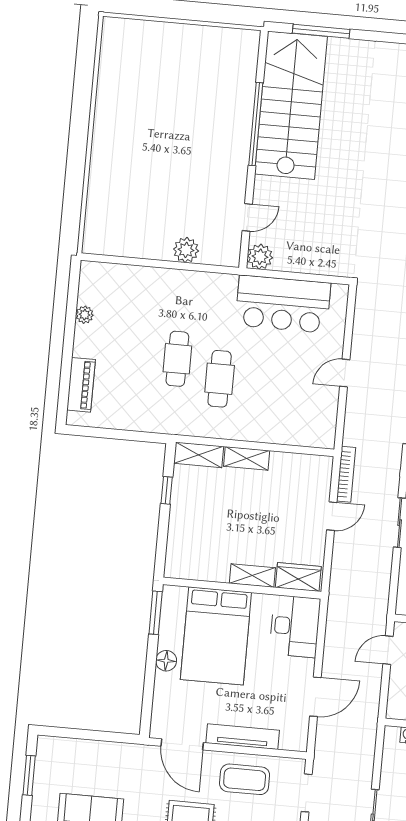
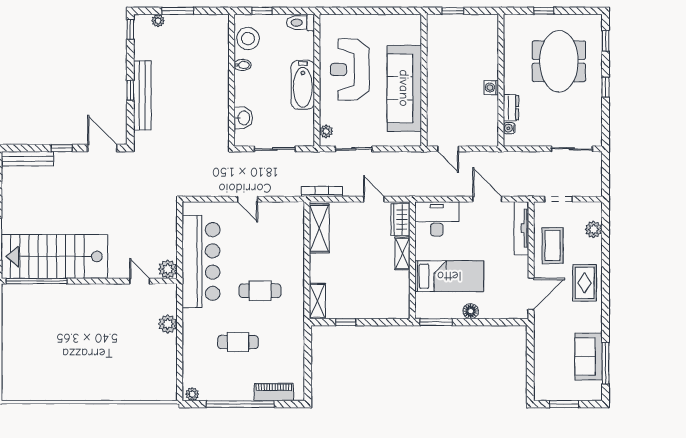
window: (256, 124) -> (36, 281), moved
bar counter: (283, 304) -> (201, 261), width x1.36
plant: (85, 315) -> (192, 394), moved
window: (69, 338) -> (240, 404), added
cafe table: (177, 359) -> (238, 342), moved
shelving: (247, 458) -> (319, 228), moved, width x1.50, depth x1.33
door: (332, 516) -> (374, 199), moved
bed: (216, 636) -> (449, 276), width x0.67
tv unit: (243, 737) -> (521, 228), moved

